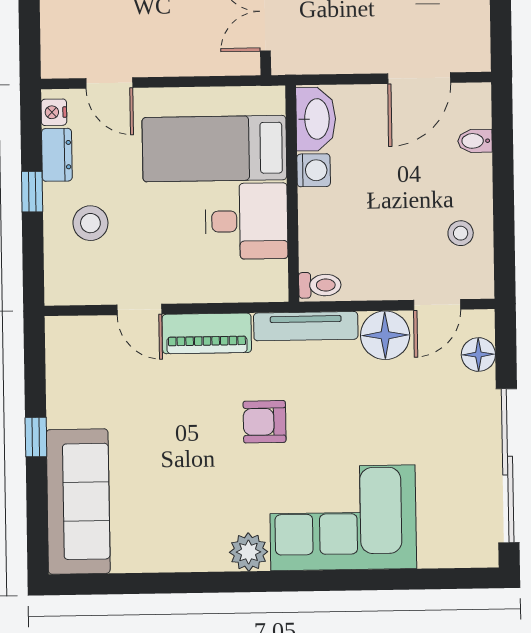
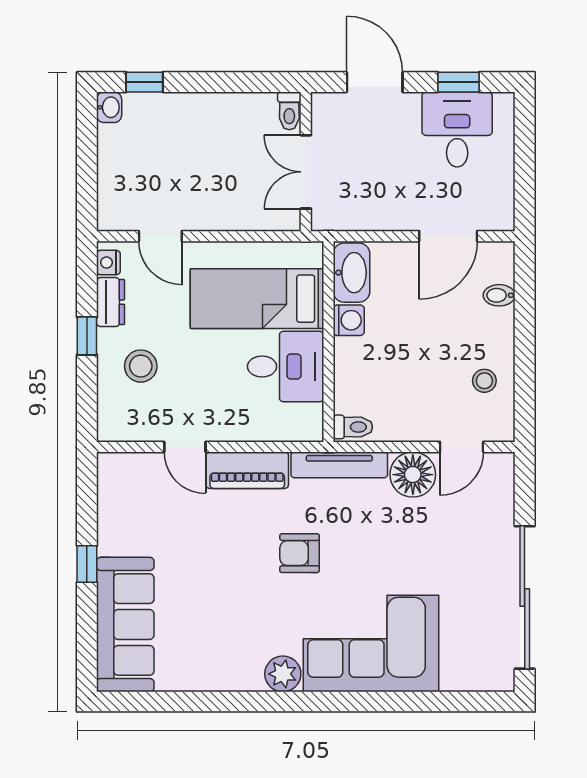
floor lamp: (478, 354) -> (499, 494), removed

